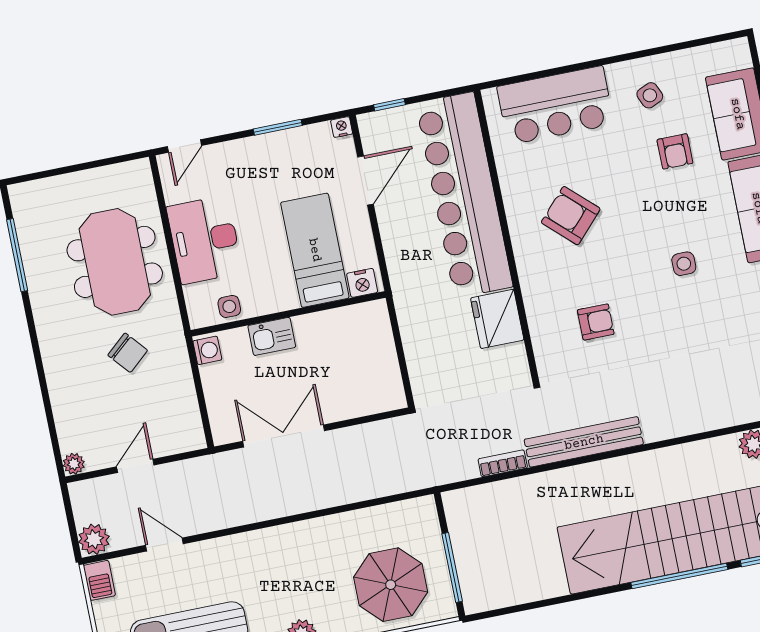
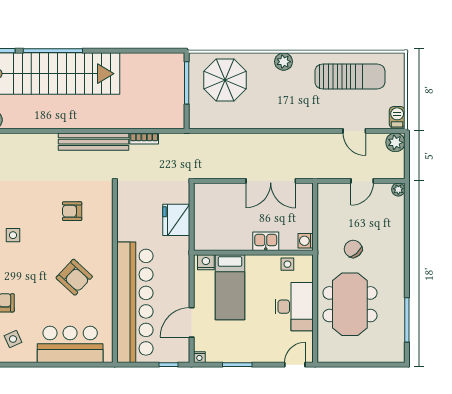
fridge: (497, 319) -> (176, 220), moved, turned 180

